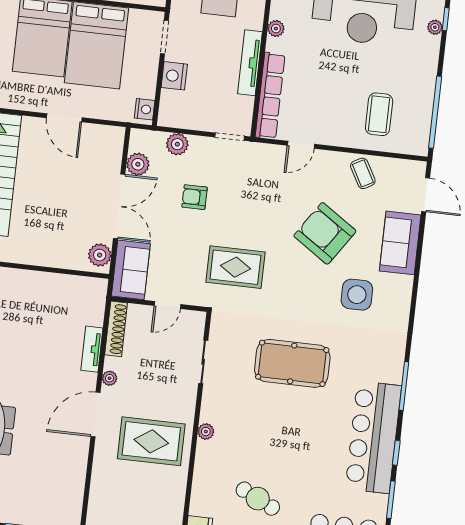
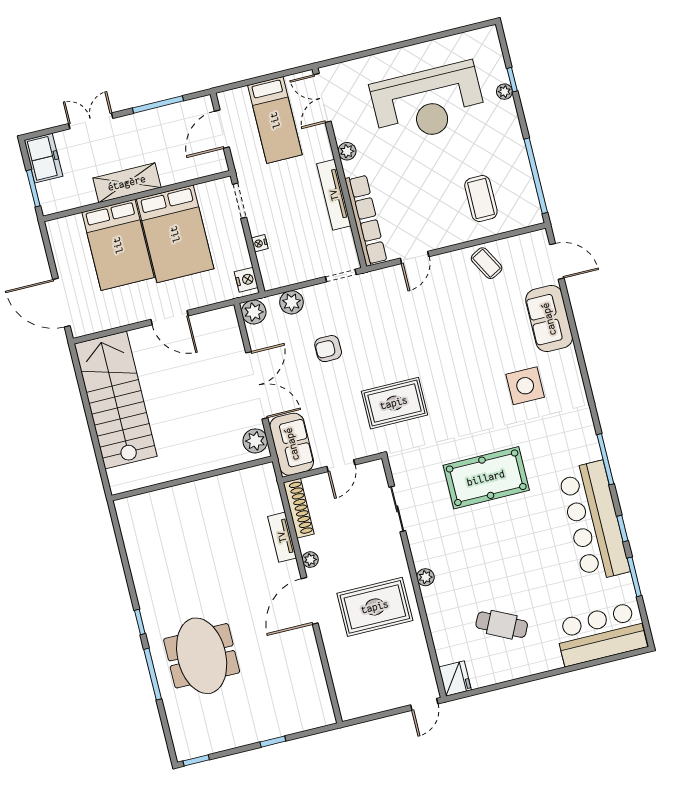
nightstand: (174, 76) -> (260, 243), width x0.53, depth x0.56
plant: (138, 164) -> (254, 312), moved
armchair: (325, 233) -> (471, 337), removed

